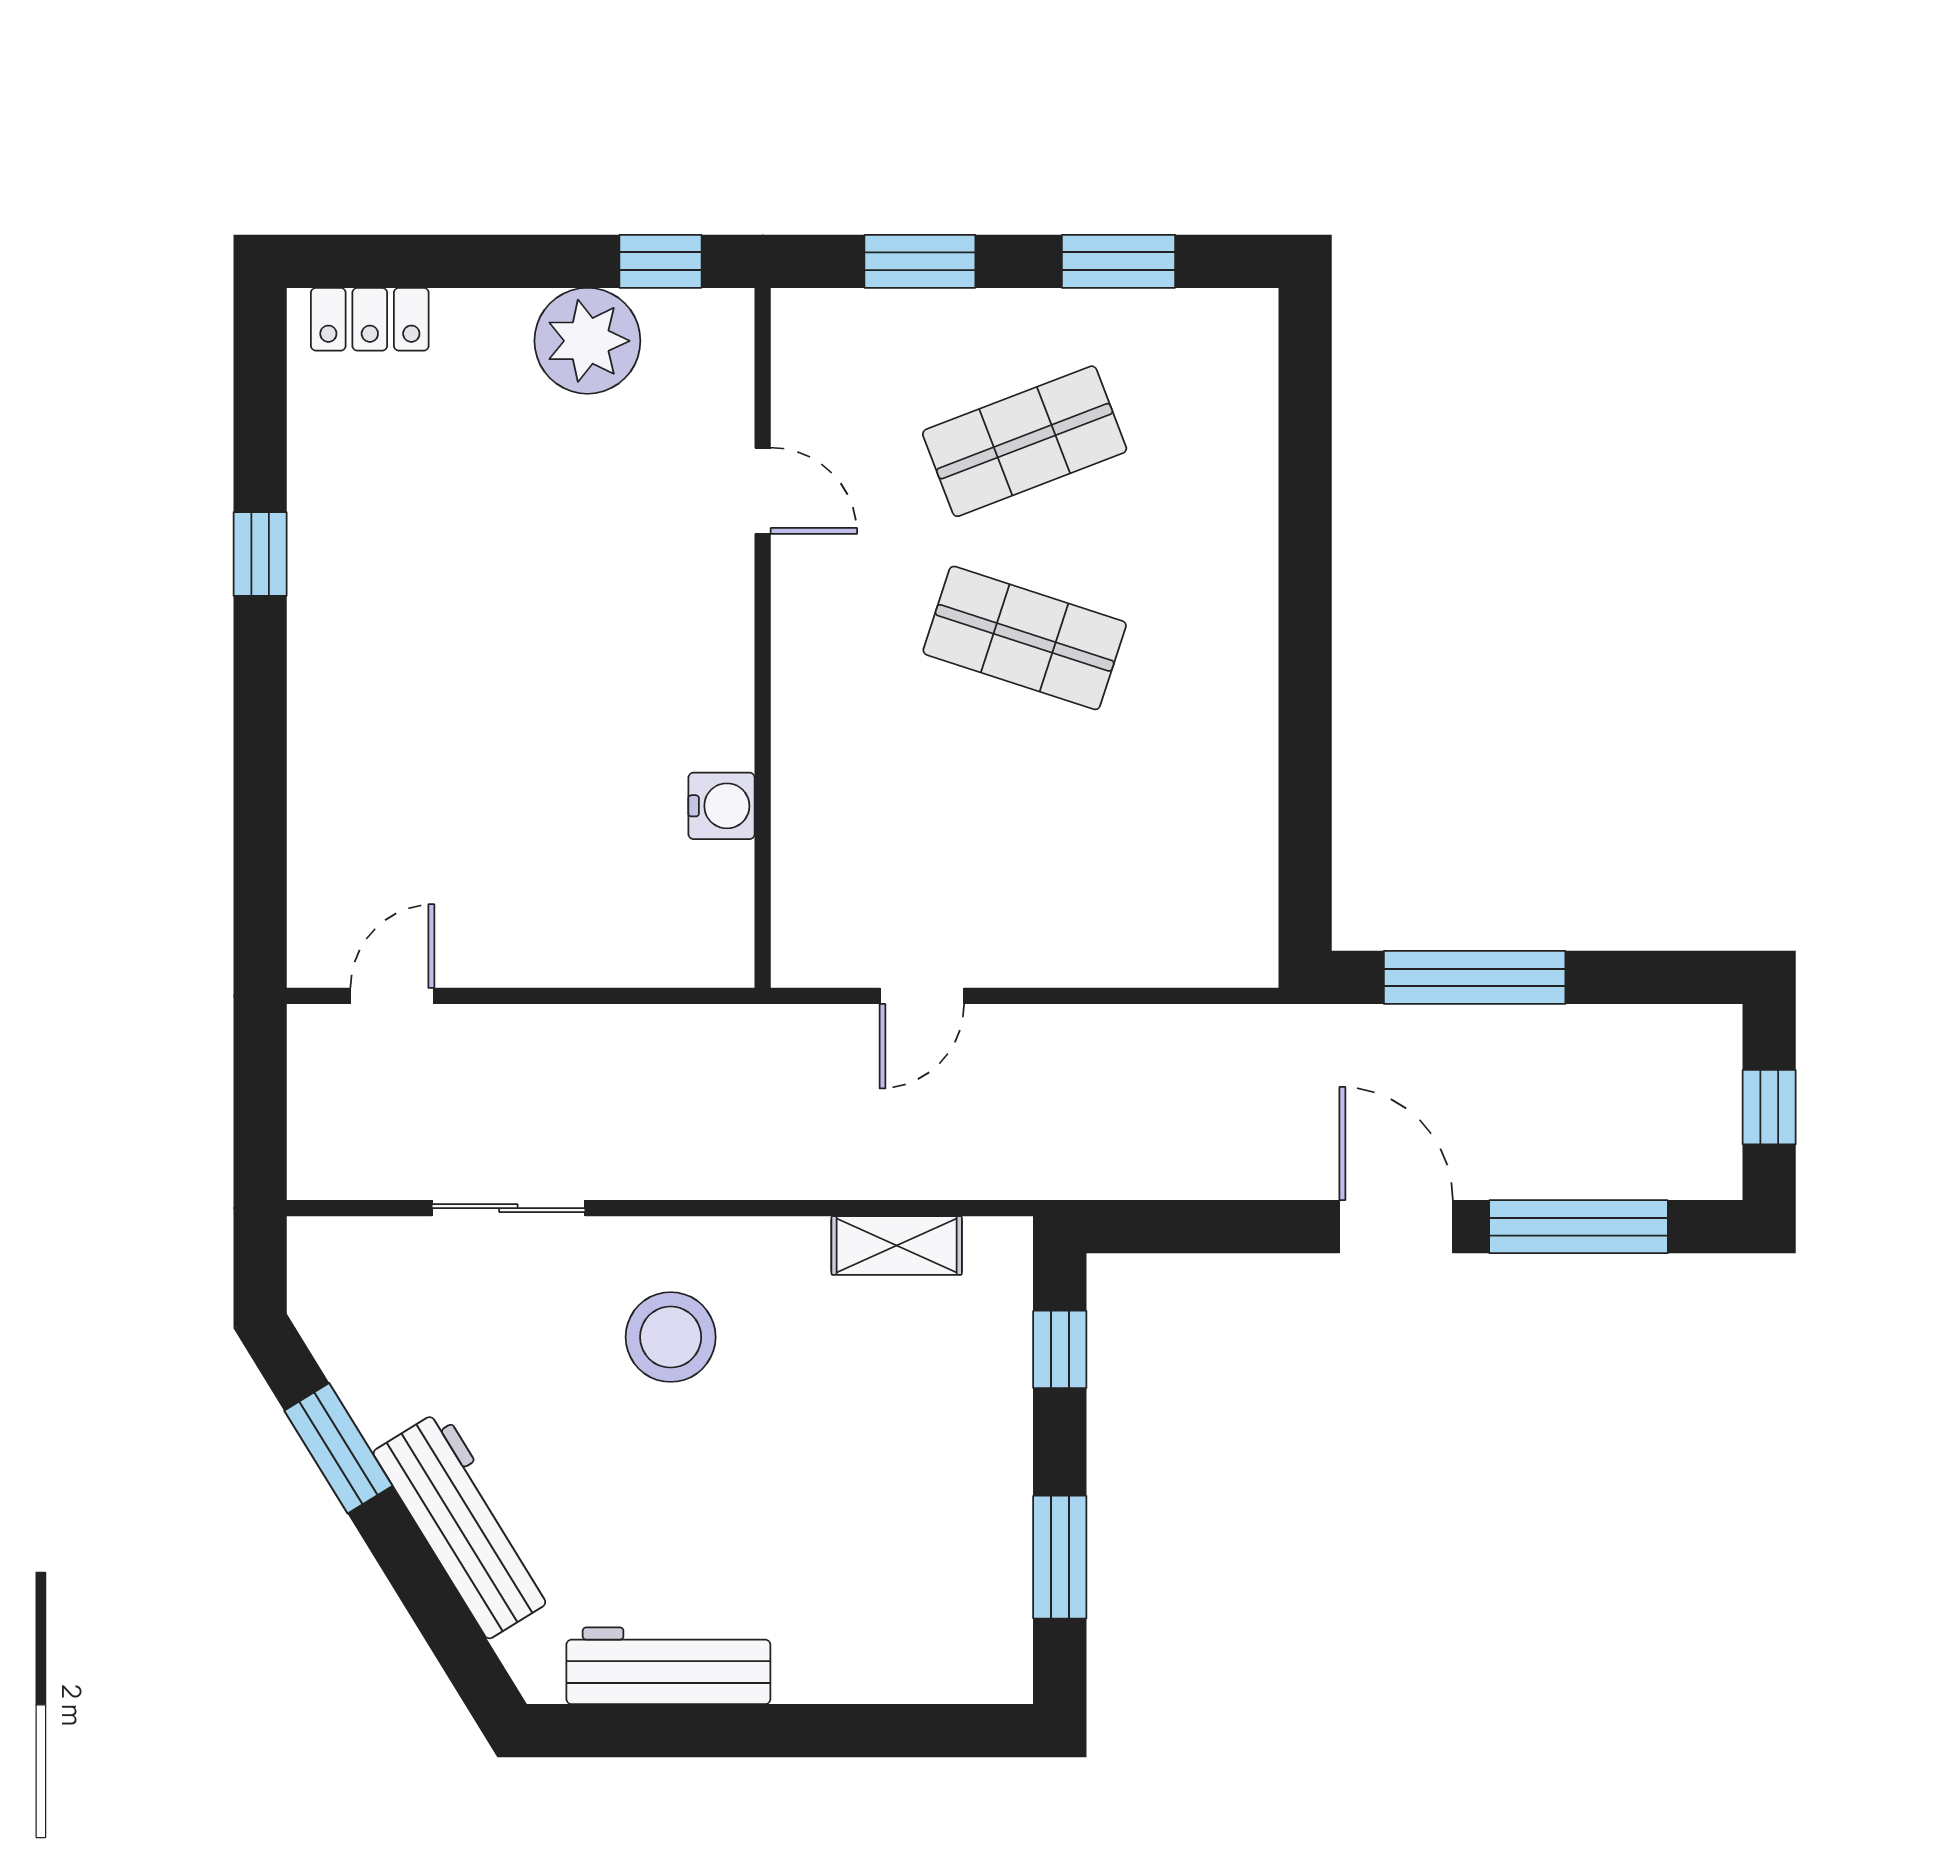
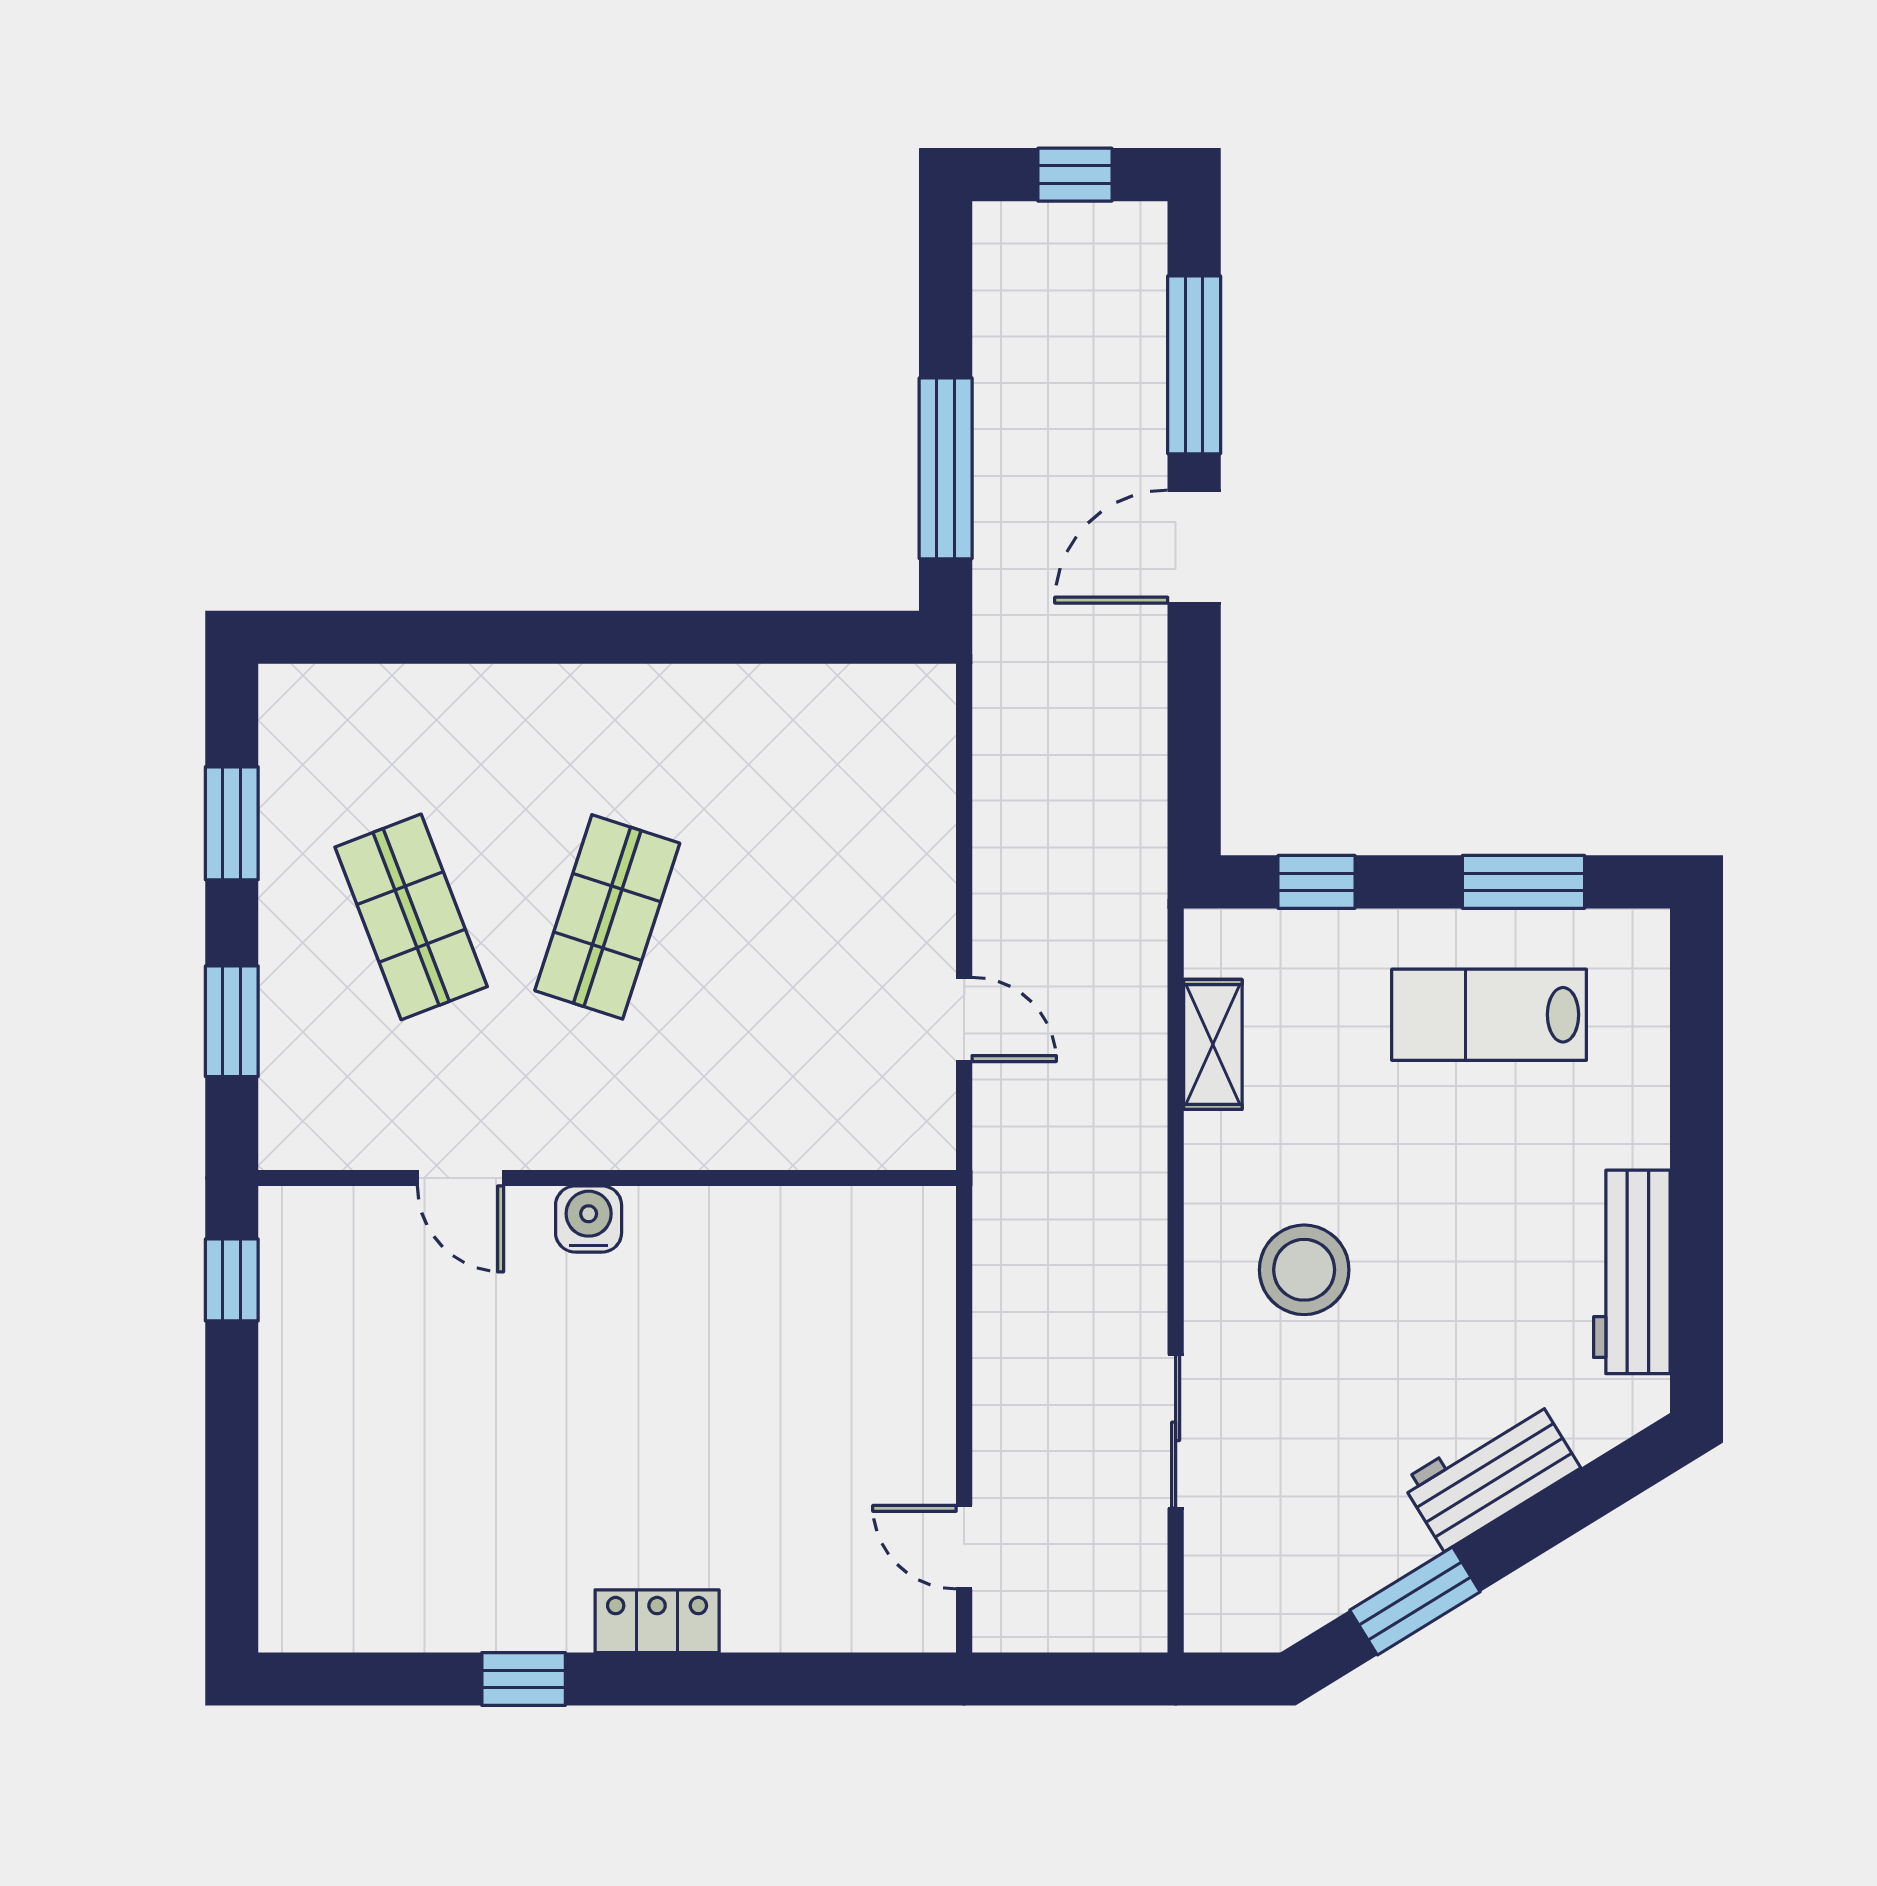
locker: (370, 319) -> (657, 1621), moved, turned -90
plant: (587, 341) -> (311, 1353), removed
door: (763, 491) -> (461, 1178), swing flipped
water cooler: (722, 806) -> (589, 1219), moved
lab bench: (926, 1523) -> (1489, 1015), added
workbench: (465, 1524) -> (1491, 1475), width x0.73

